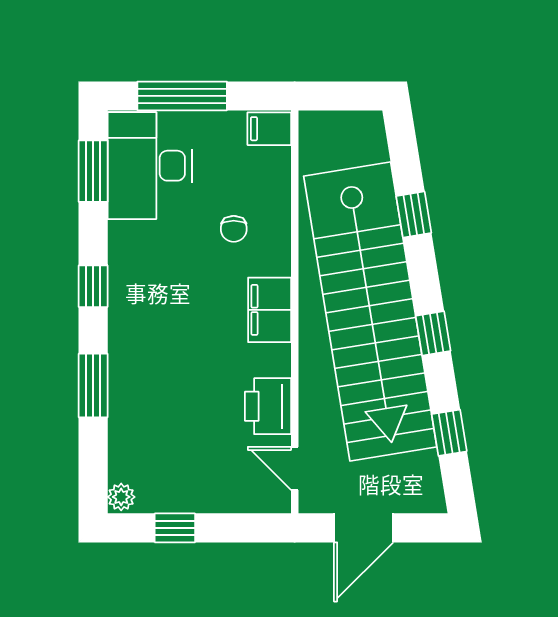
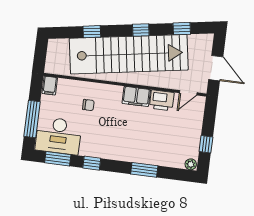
window: (93, 286) -> (92, 163), moved
filing cabinet: (270, 310) -> (136, 96), moved

